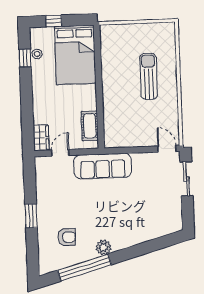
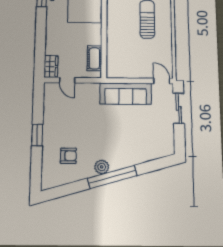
door: (60, 153) -> (67, 80), swing flipped
sofa: (103, 166) -> (126, 94), moved
window: (84, 268) -> (112, 177), moved

